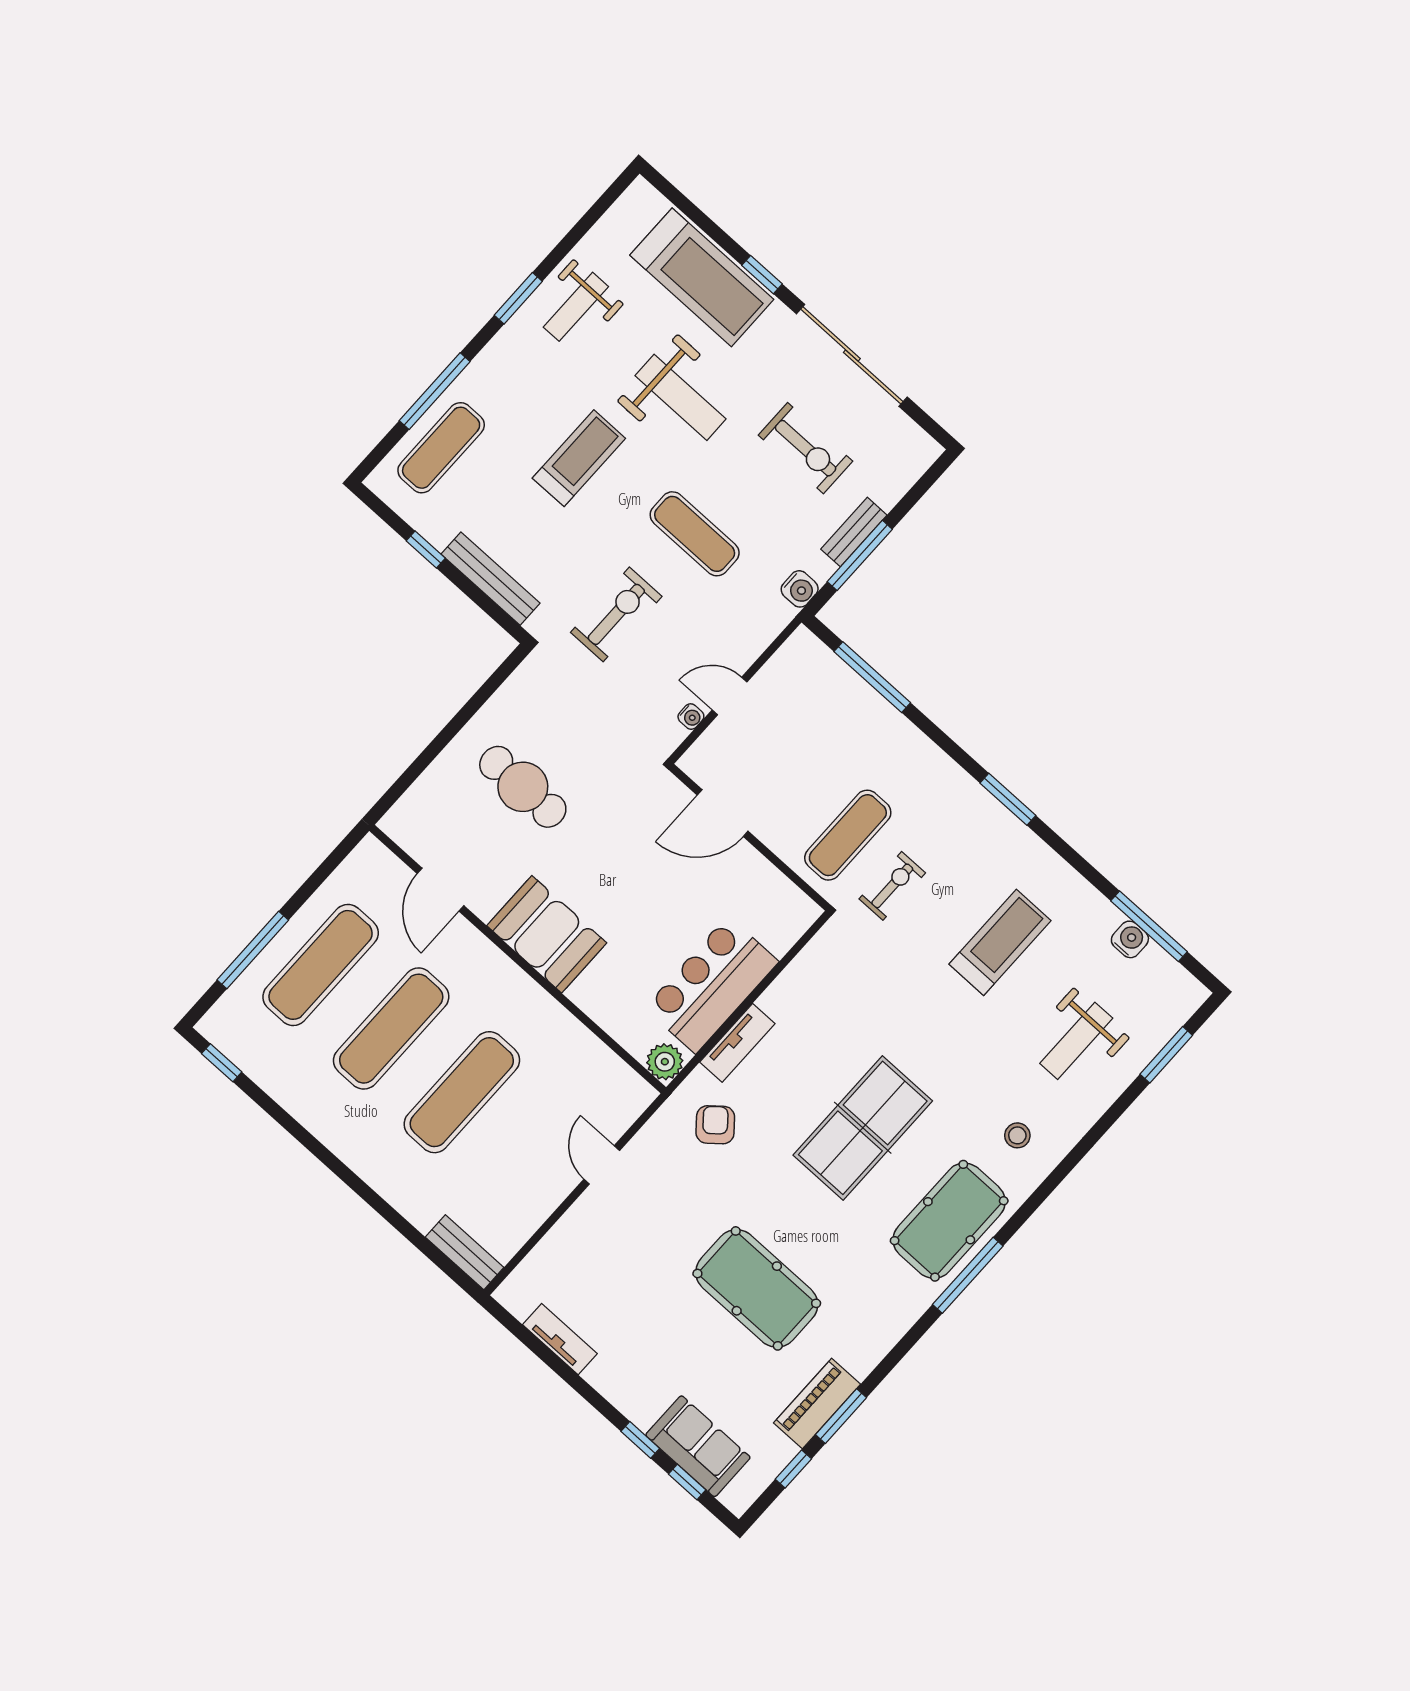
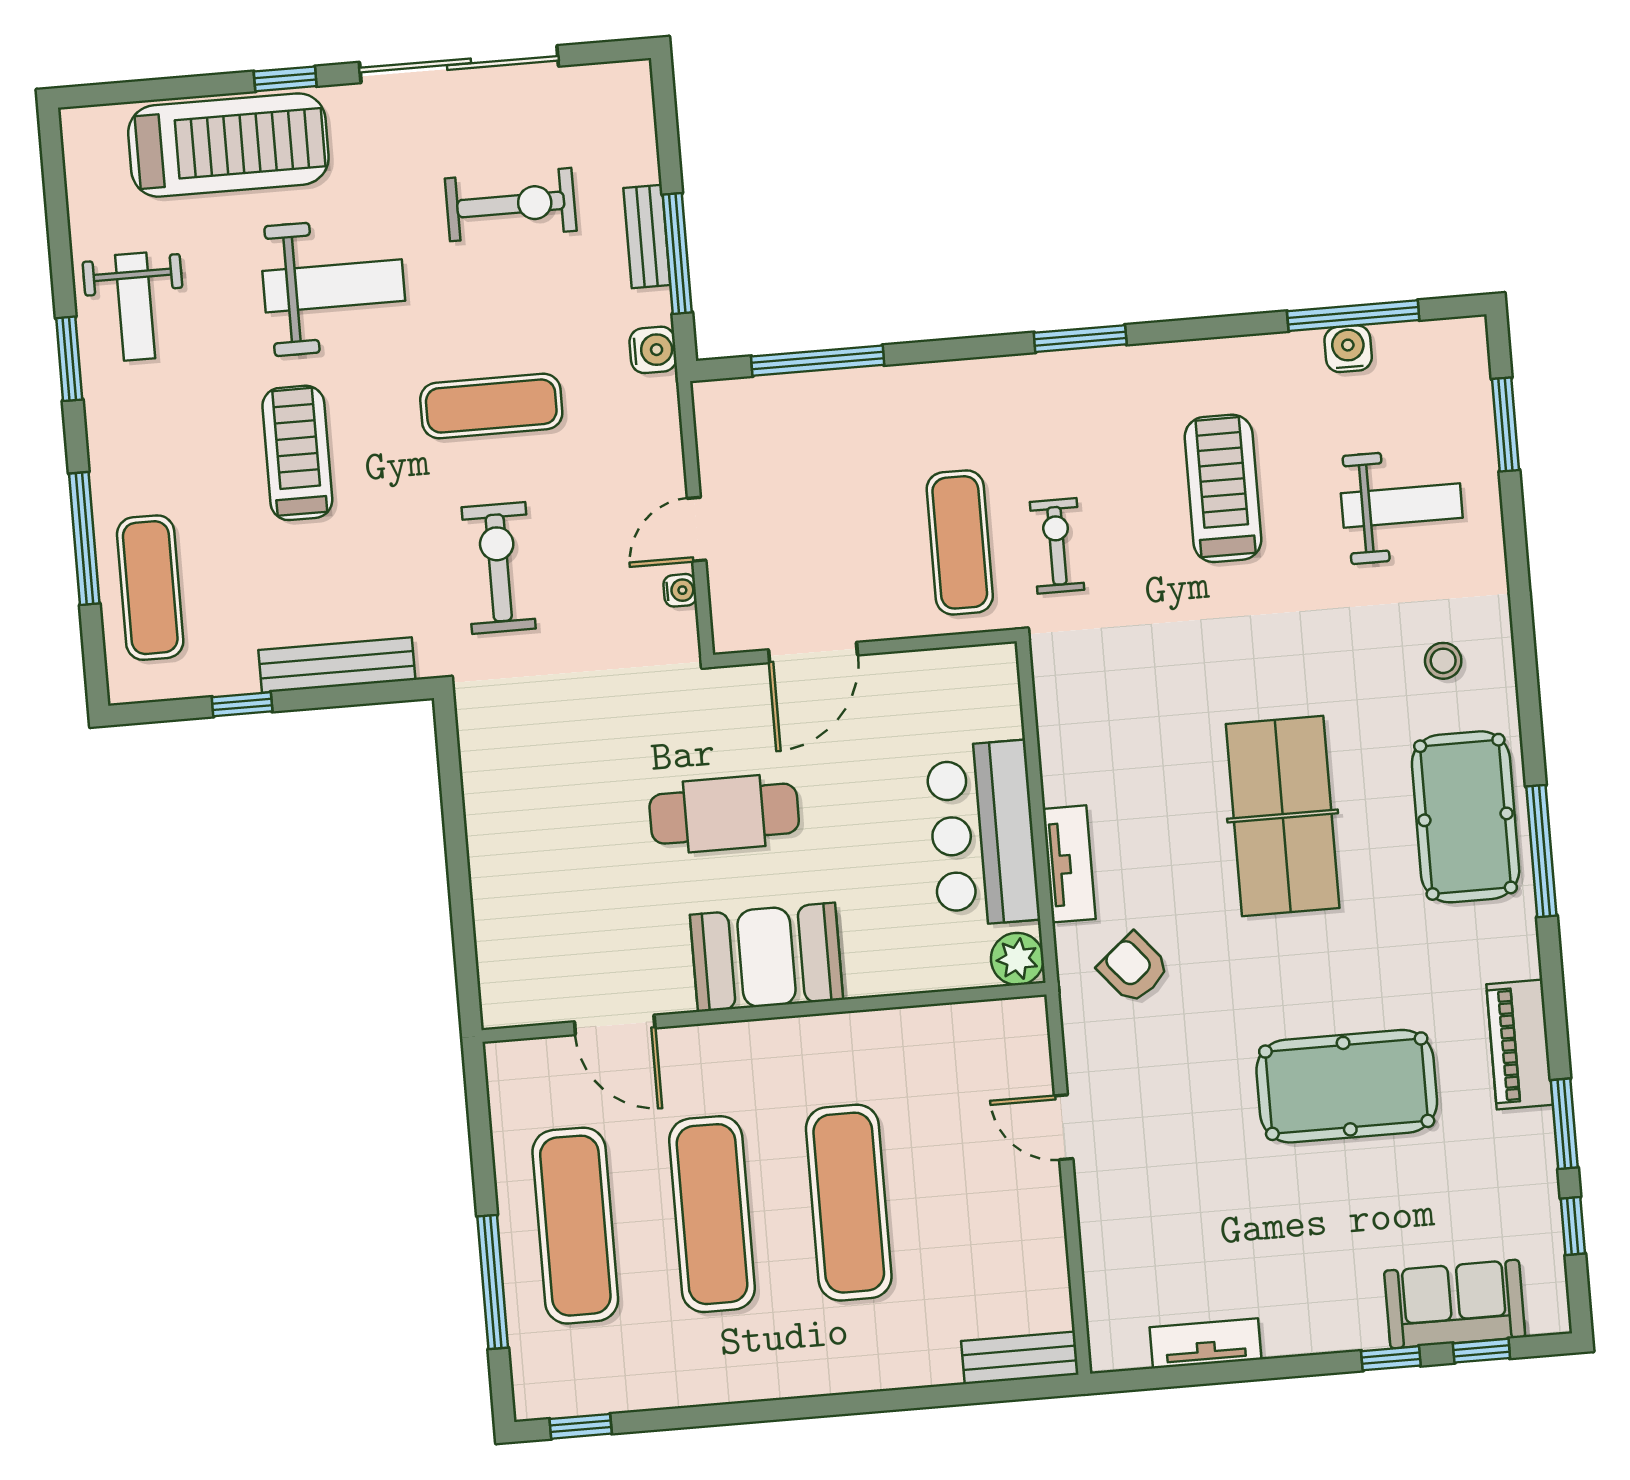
cafe table: (523, 787) -> (724, 814), moved
weight bench: (1076, 1041) -> (1402, 505), turned -90
piano: (817, 1403) -> (1520, 1045), moved

